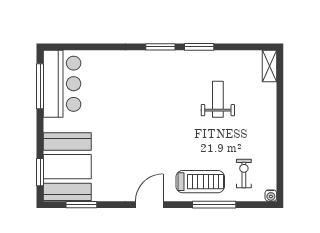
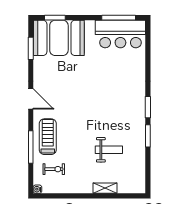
shelving: (269, 66) -> (105, 188), moved
treadmill: (200, 182) -> (48, 137), turned 180

